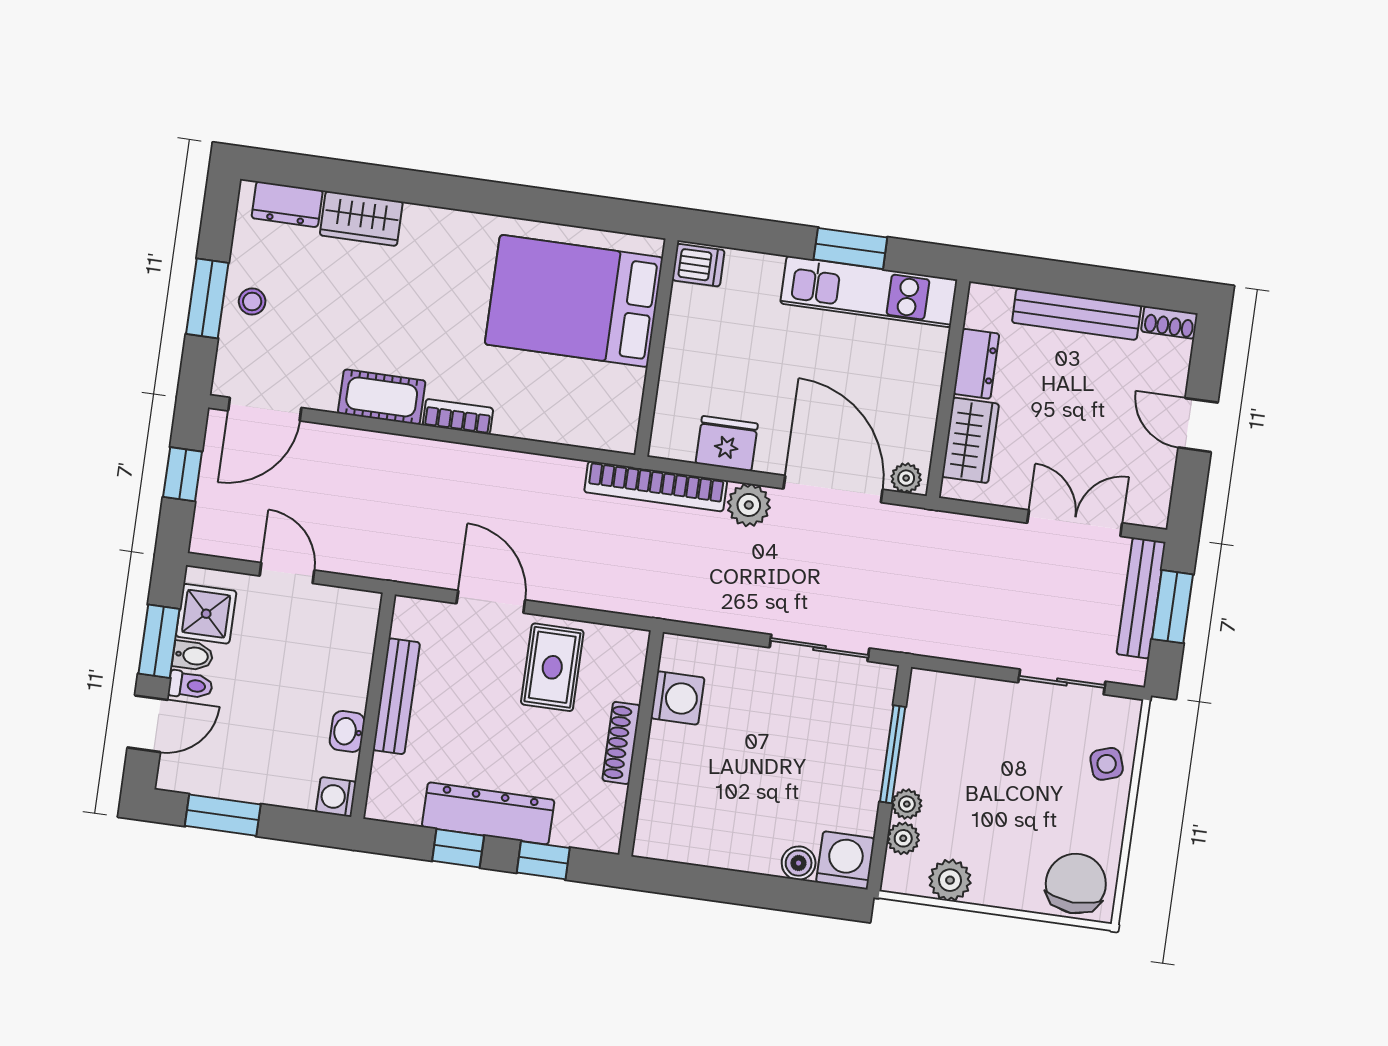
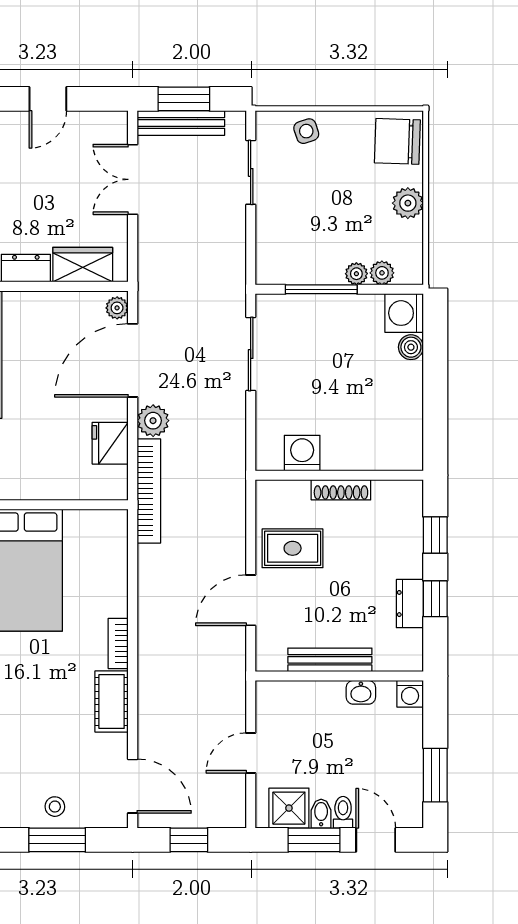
dresser: (488, 813) -> (410, 604), width x0.51, depth x0.80
plant: (950, 880) -> (408, 203), moved

